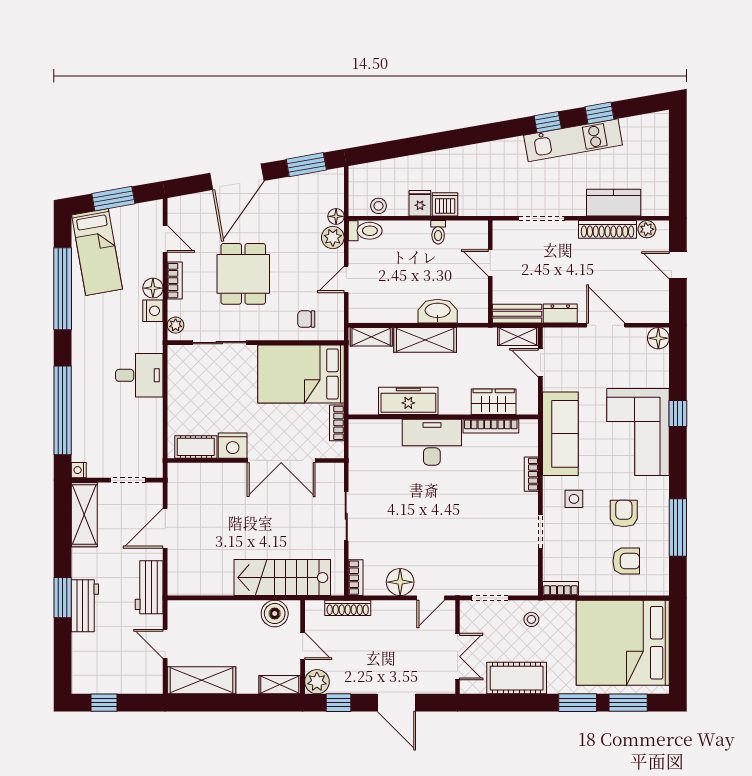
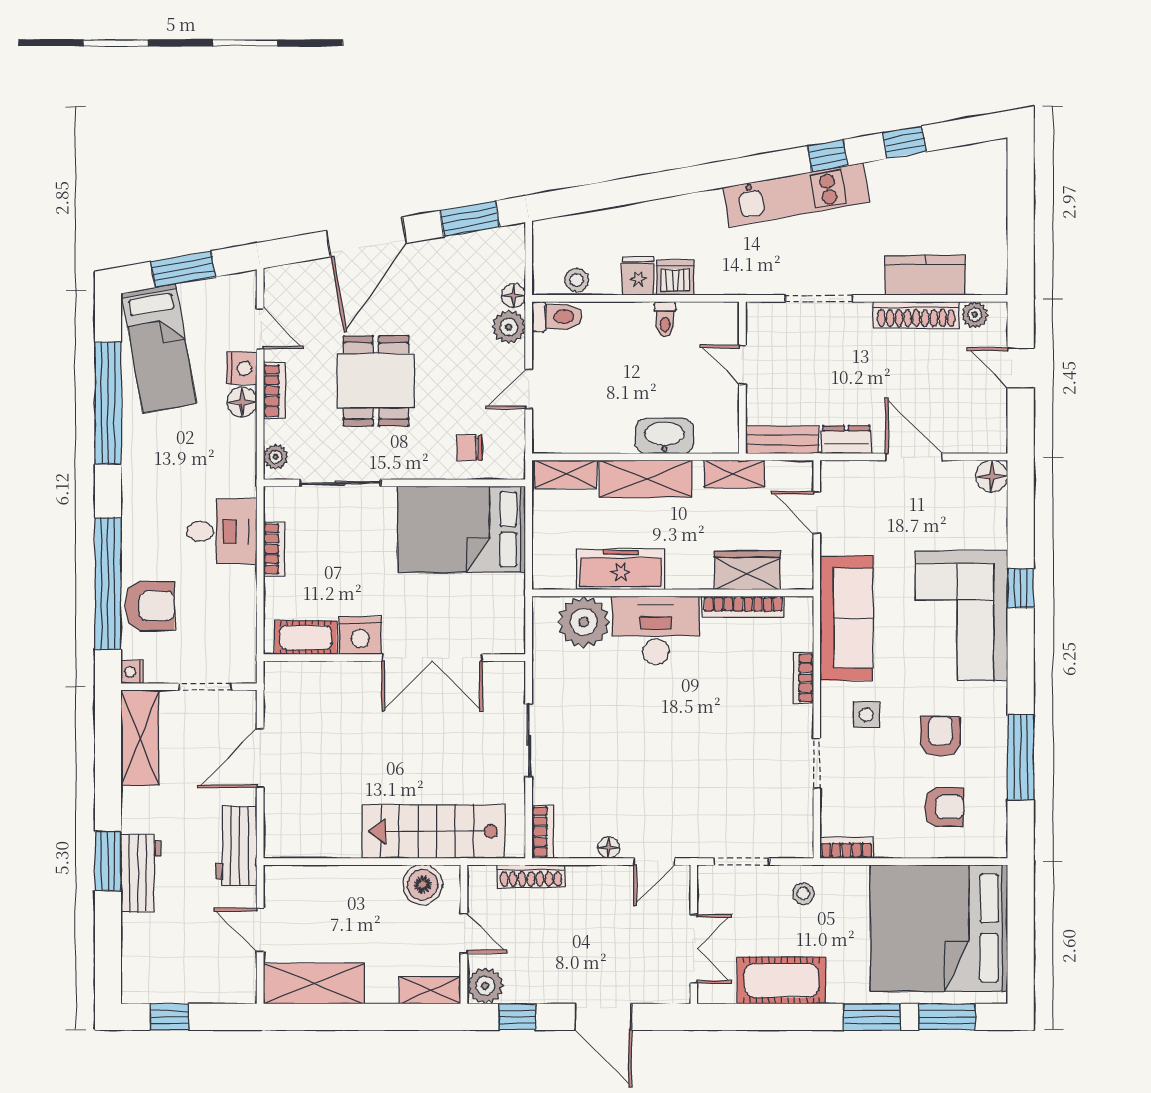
kitchen unit: (573, 140) -> (796, 195), moved
nightstand: (153, 311) -> (242, 368), moved
shelving: (518, 337) -> (734, 474), moved
bookcase: (337, 423) -> (274, 549), moved, turned 180
armchair: (91, 426) -> (150, 606), added
plant: (383, 436) -> (584, 622), added
floor lamp: (400, 582) -> (609, 848), width x0.53, depth x0.53

